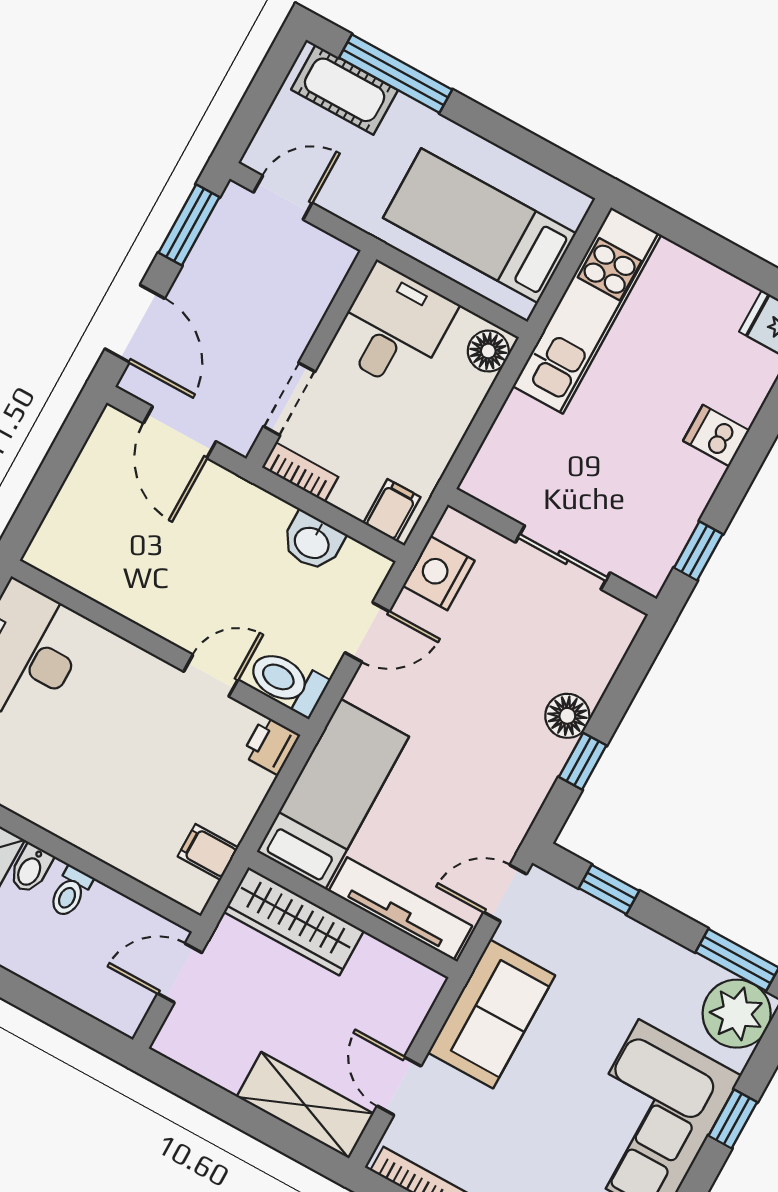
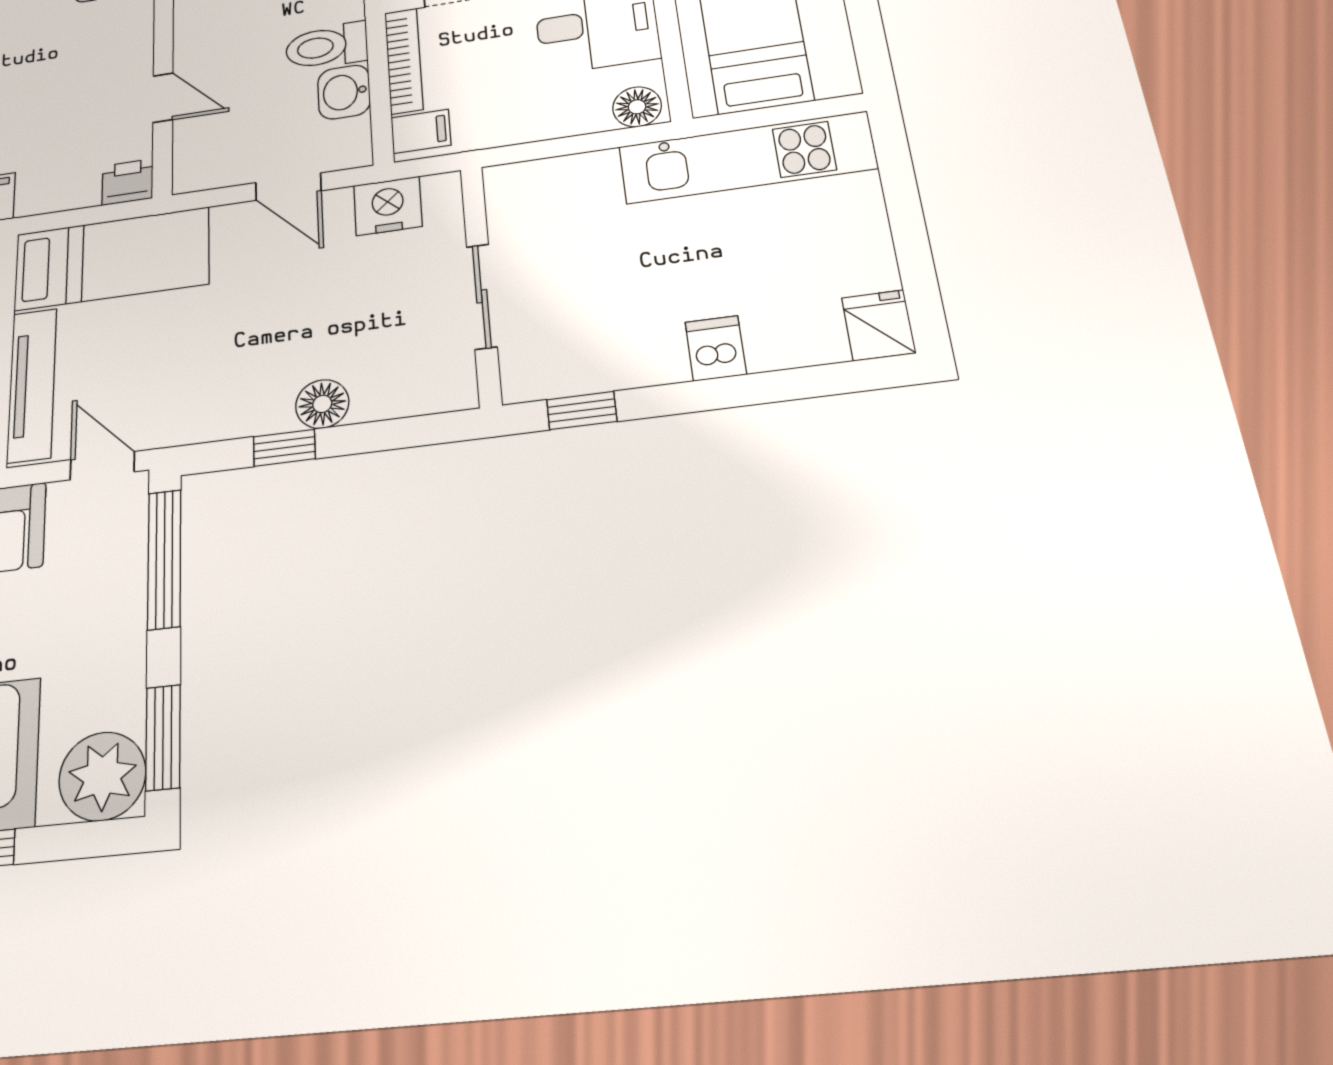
bookcase: (300, 472) -> (404, 61), width x1.56
toilet: (287, 682) -> (327, 46), moved, turned -90
window: (609, 889) -> (164, 559), width x2.17

